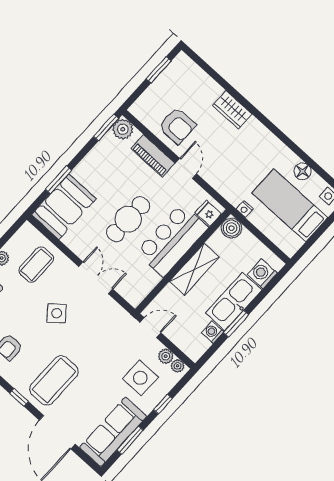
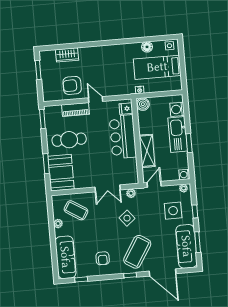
wardrobe: (232, 110) -> (67, 55), moved
armchair: (177, 126) -> (72, 85), turned 180
plant: (123, 129) -> (50, 112), removed
cafe table: (128, 219) -> (69, 140), moved, turned 90
coffee table: (36, 265) -> (76, 210), turned -58
shelving: (194, 269) -> (147, 151), moved
double door: (96, 278) -> (108, 188), swing flipped
side table: (57, 313) -> (127, 218), moved
washing machine: (213, 332) -> (184, 175), moved
plant: (166, 356) -> (131, 193), moved
coffee table: (54, 380) -> (137, 252), turned 32

